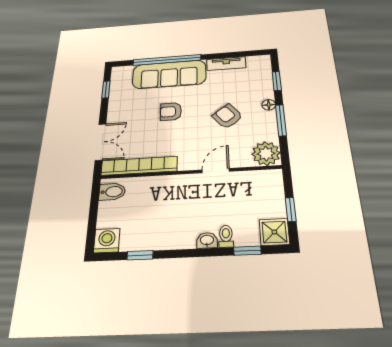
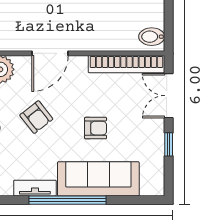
window: (167, 60) -> (68, 200), moved
window: (106, 89) -> (169, 144), moved
door: (216, 171) -> (50, 53), width x1.38

